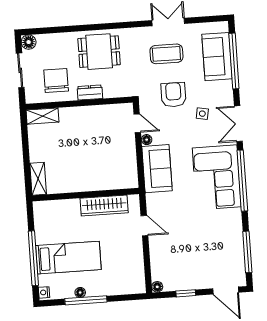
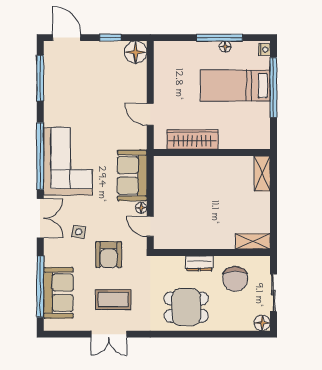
floor lamp: (157, 287) -> (136, 52), width x1.89, depth x1.89

